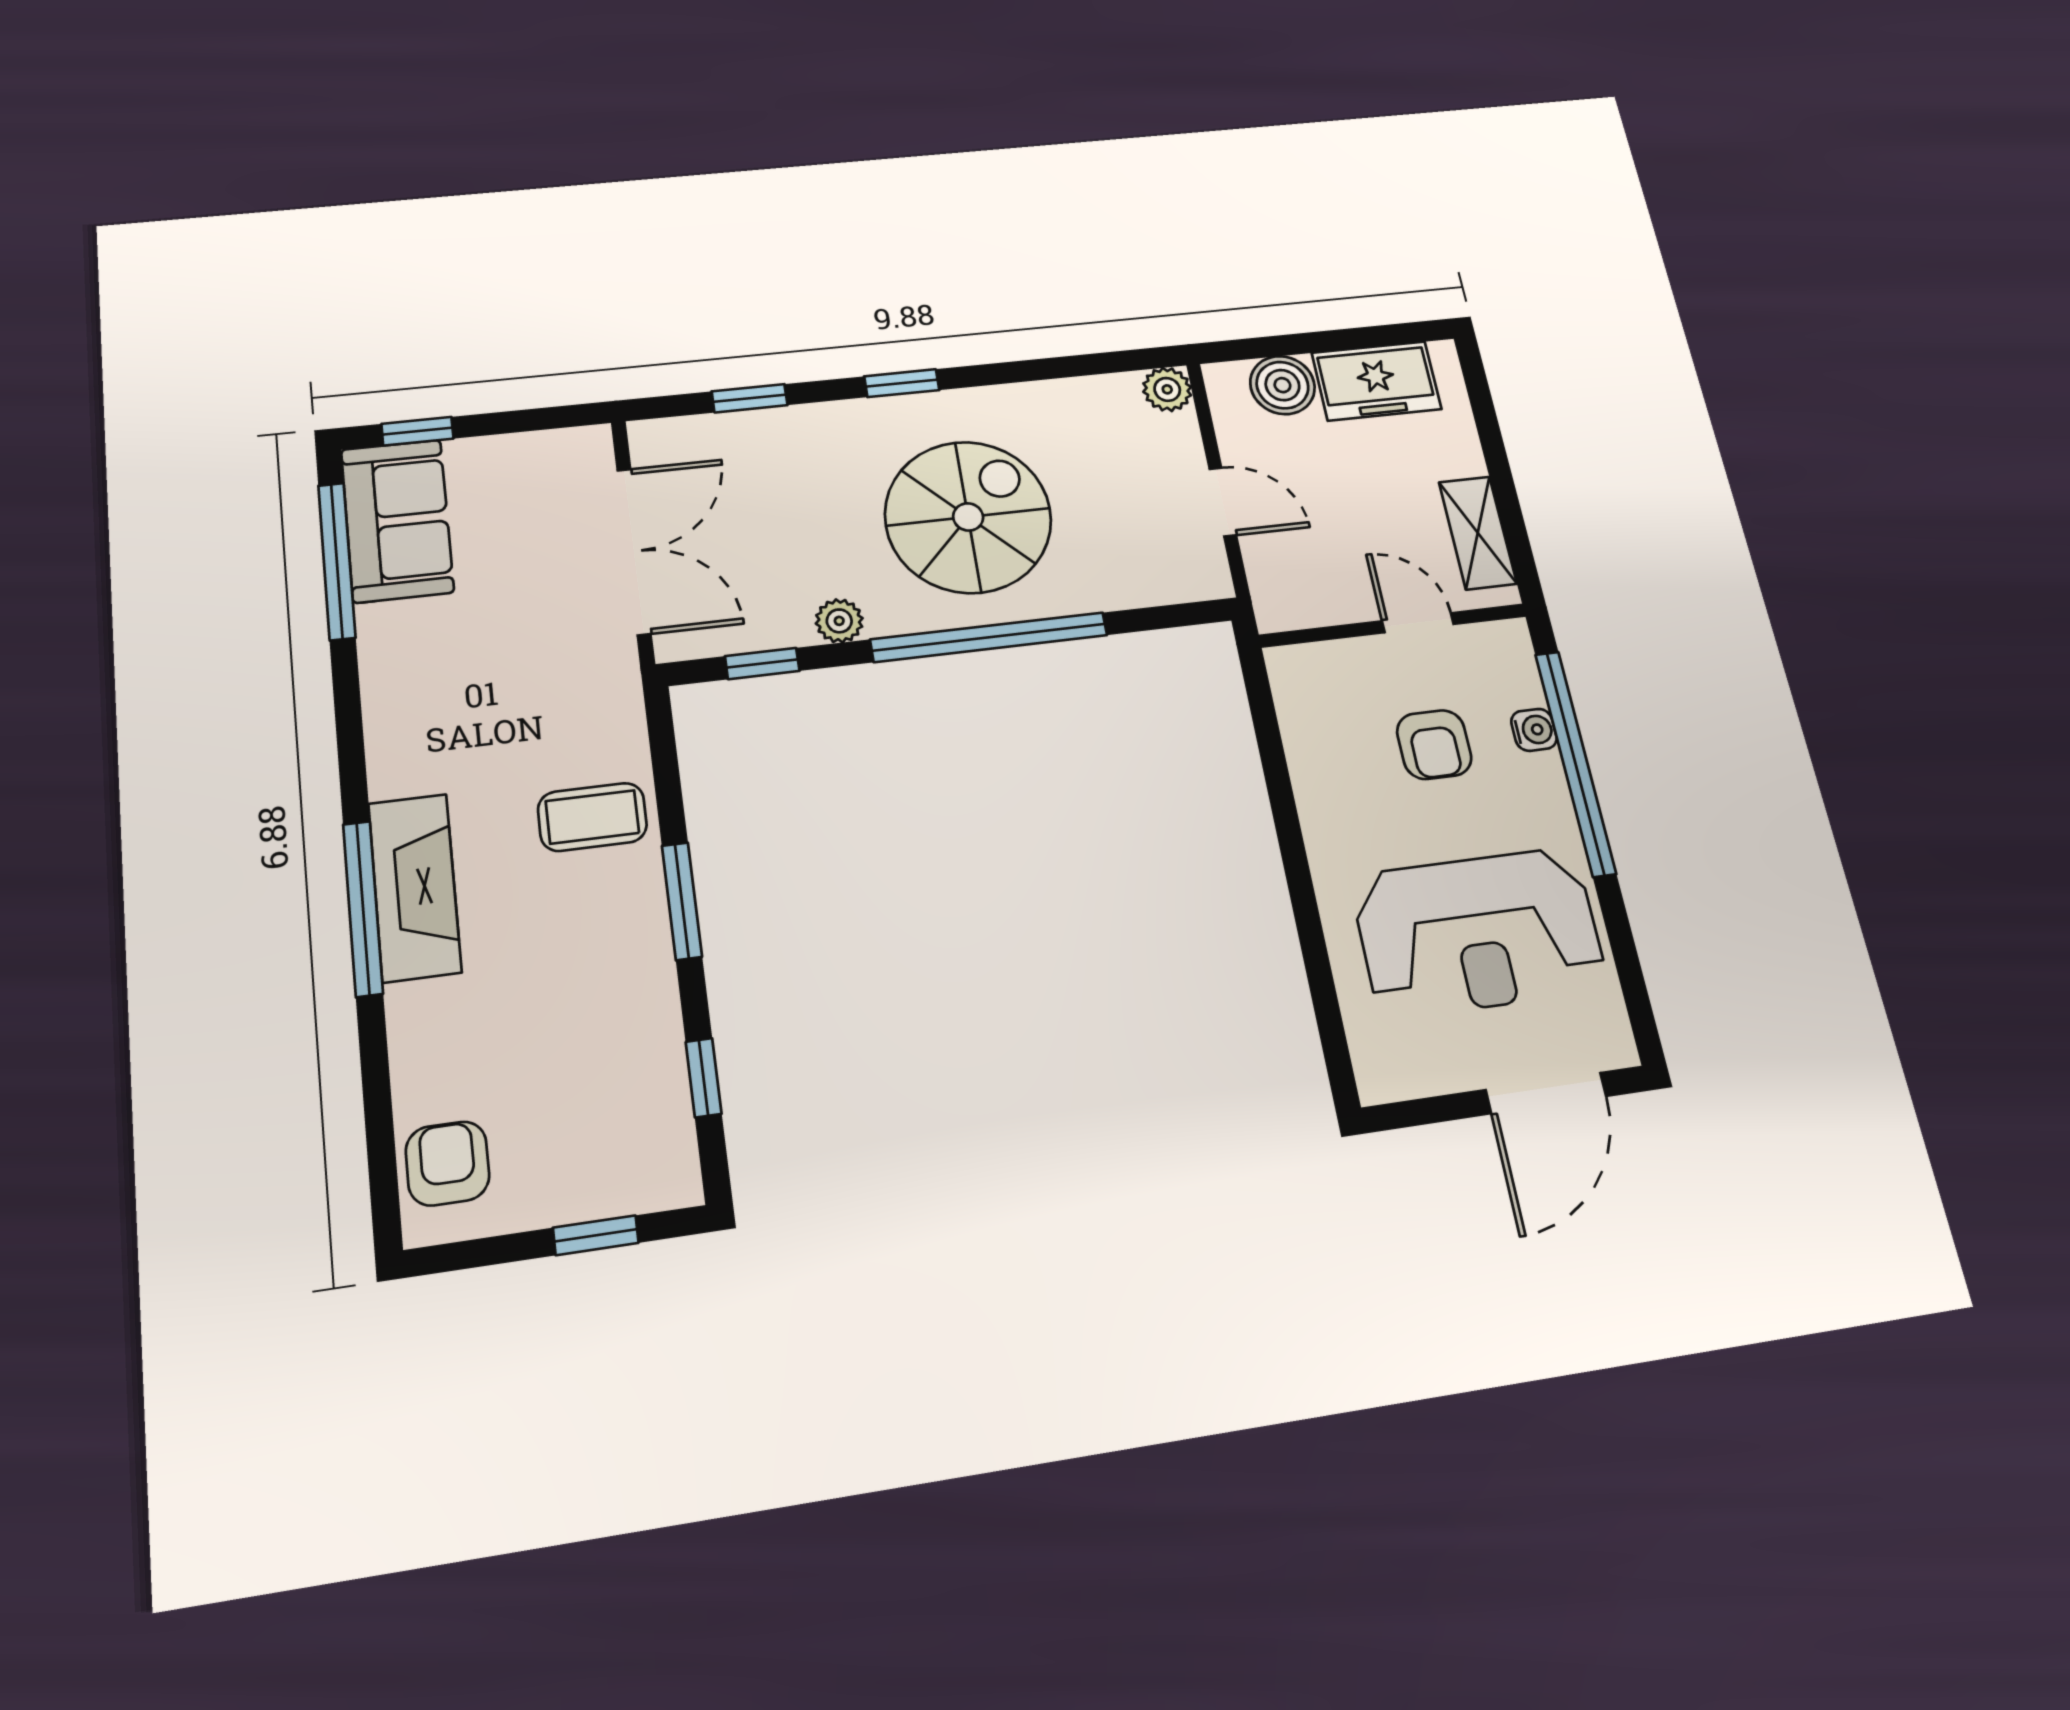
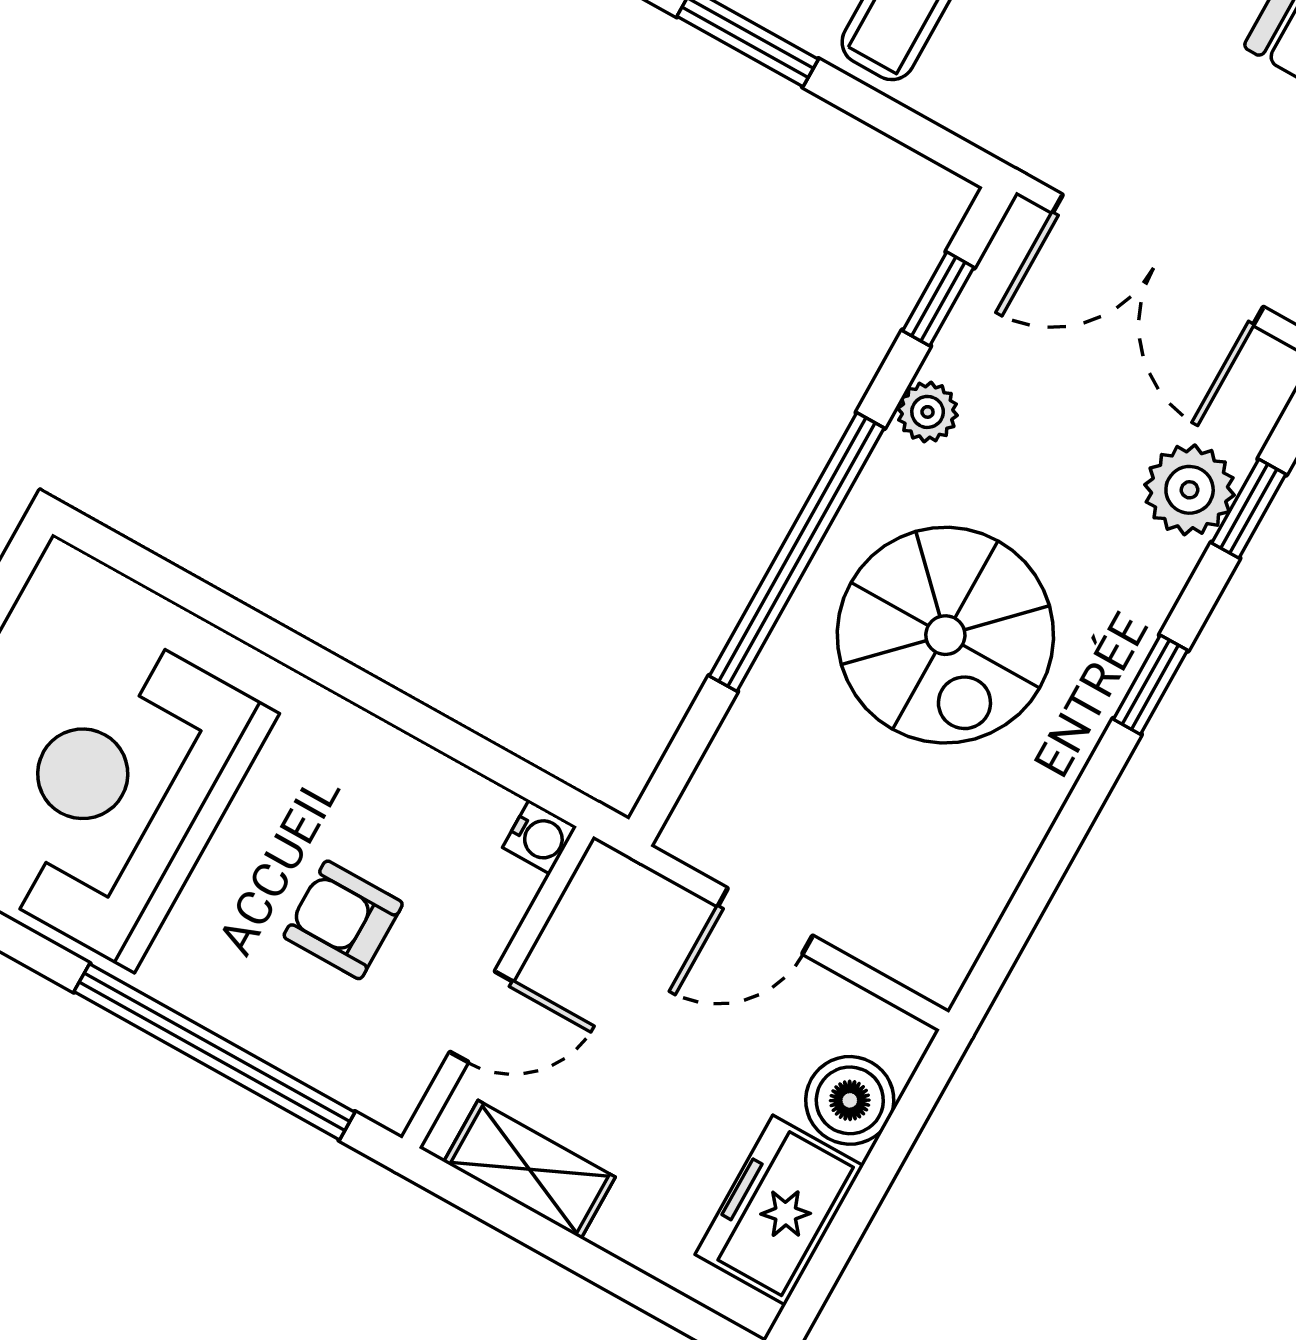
plant: (1167, 389) -> (1190, 490), moved, width x1.38, depth x1.38
water cooler: (1534, 730) -> (540, 837), moved, turned -90

